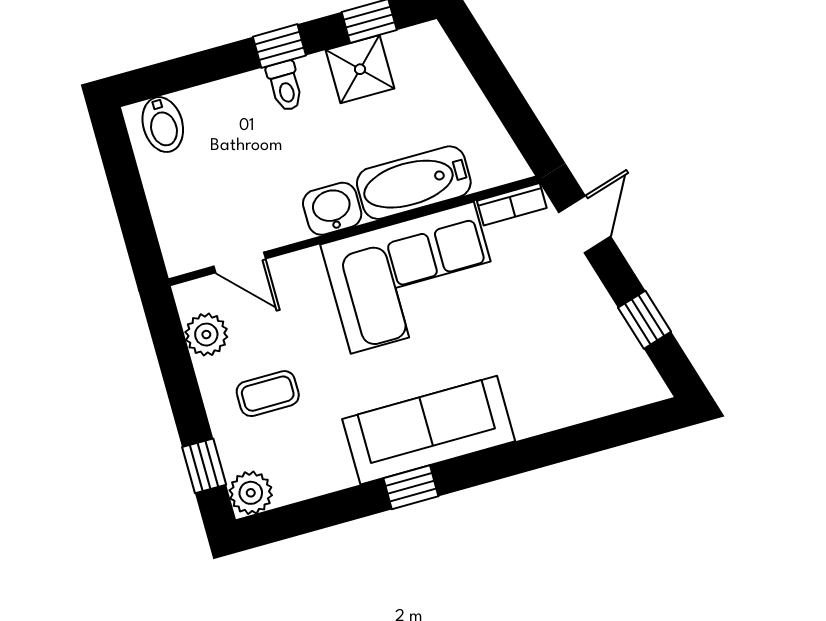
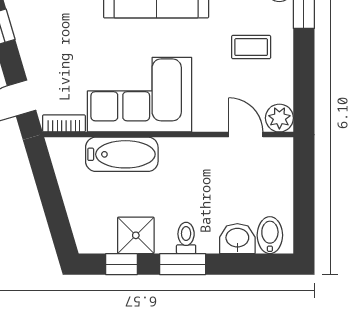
window: (279, 46) -> (183, 264), width x1.50
washbasin: (332, 209) -> (237, 239), moved, turned 180
plant: (206, 335) -> (279, 118), moved

